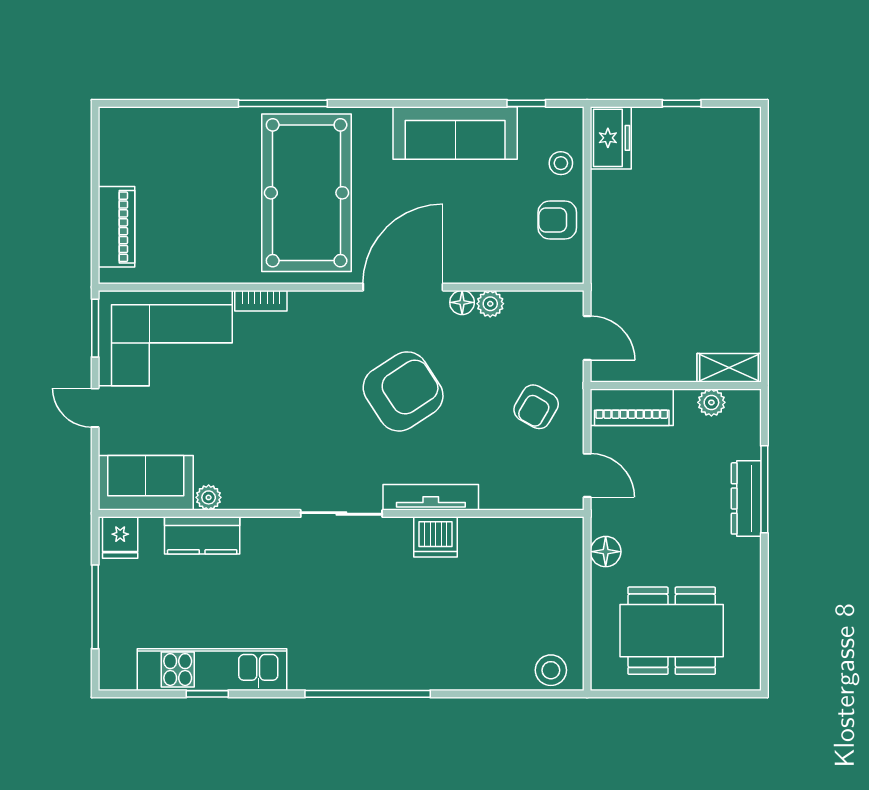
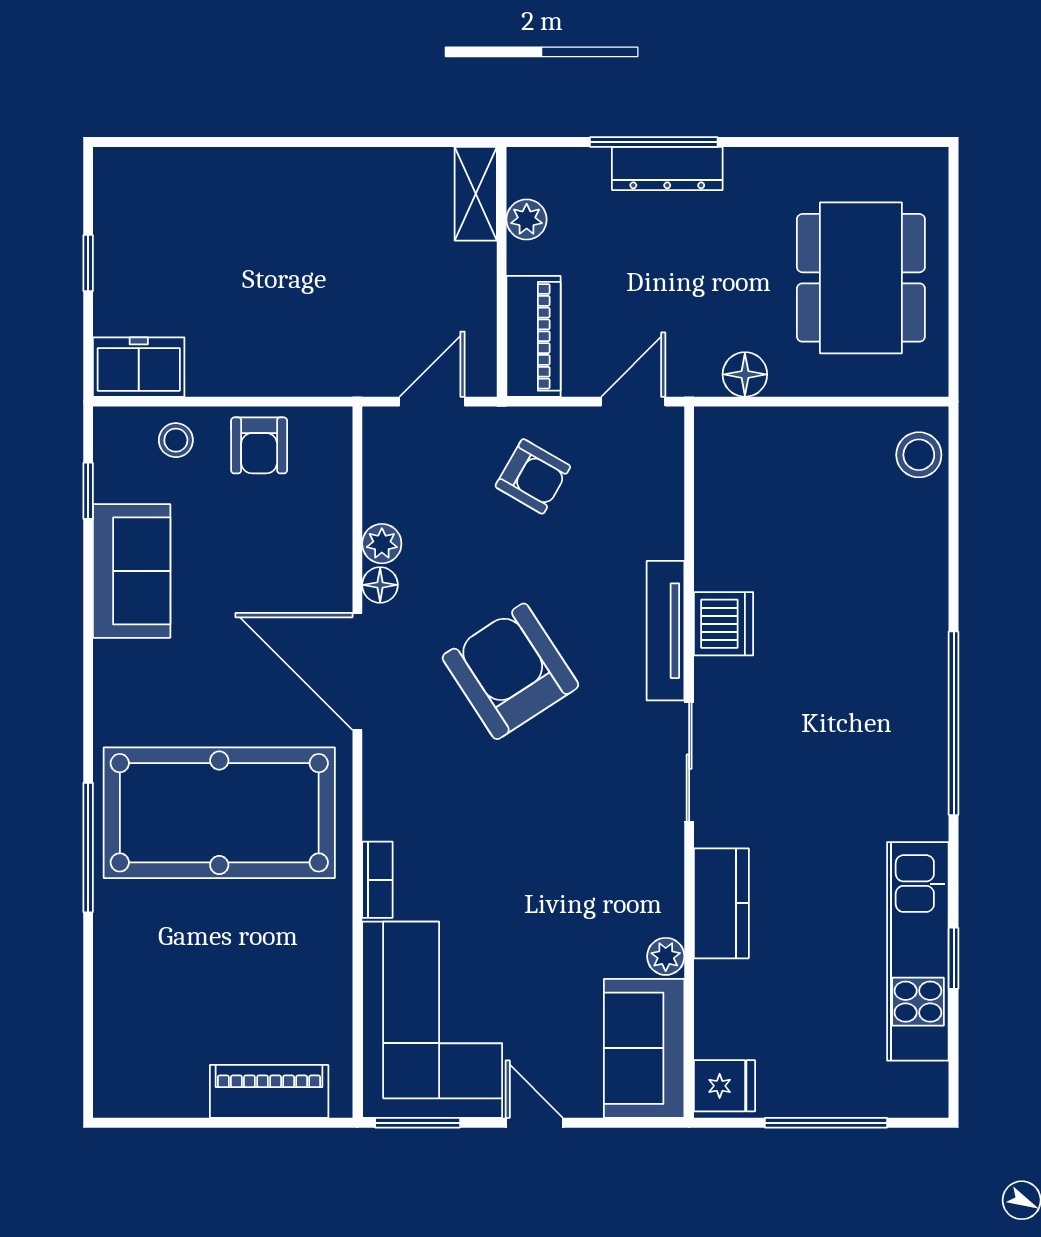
sofa: (455, 133) -> (132, 571), width x0.73
door: (95, 408) -> (534, 1123), swing flipped
kitchen counter: (202, 535) -> (721, 903), moved

